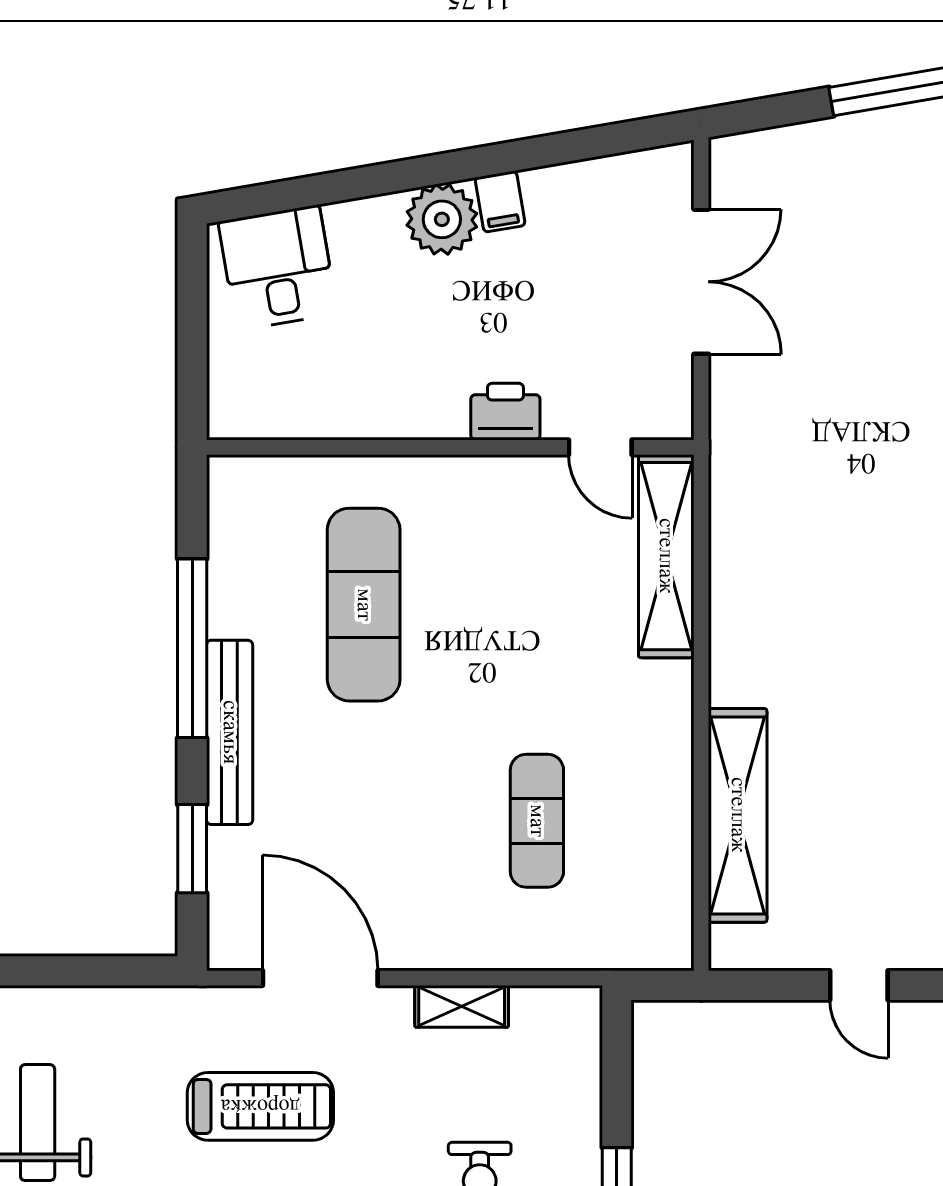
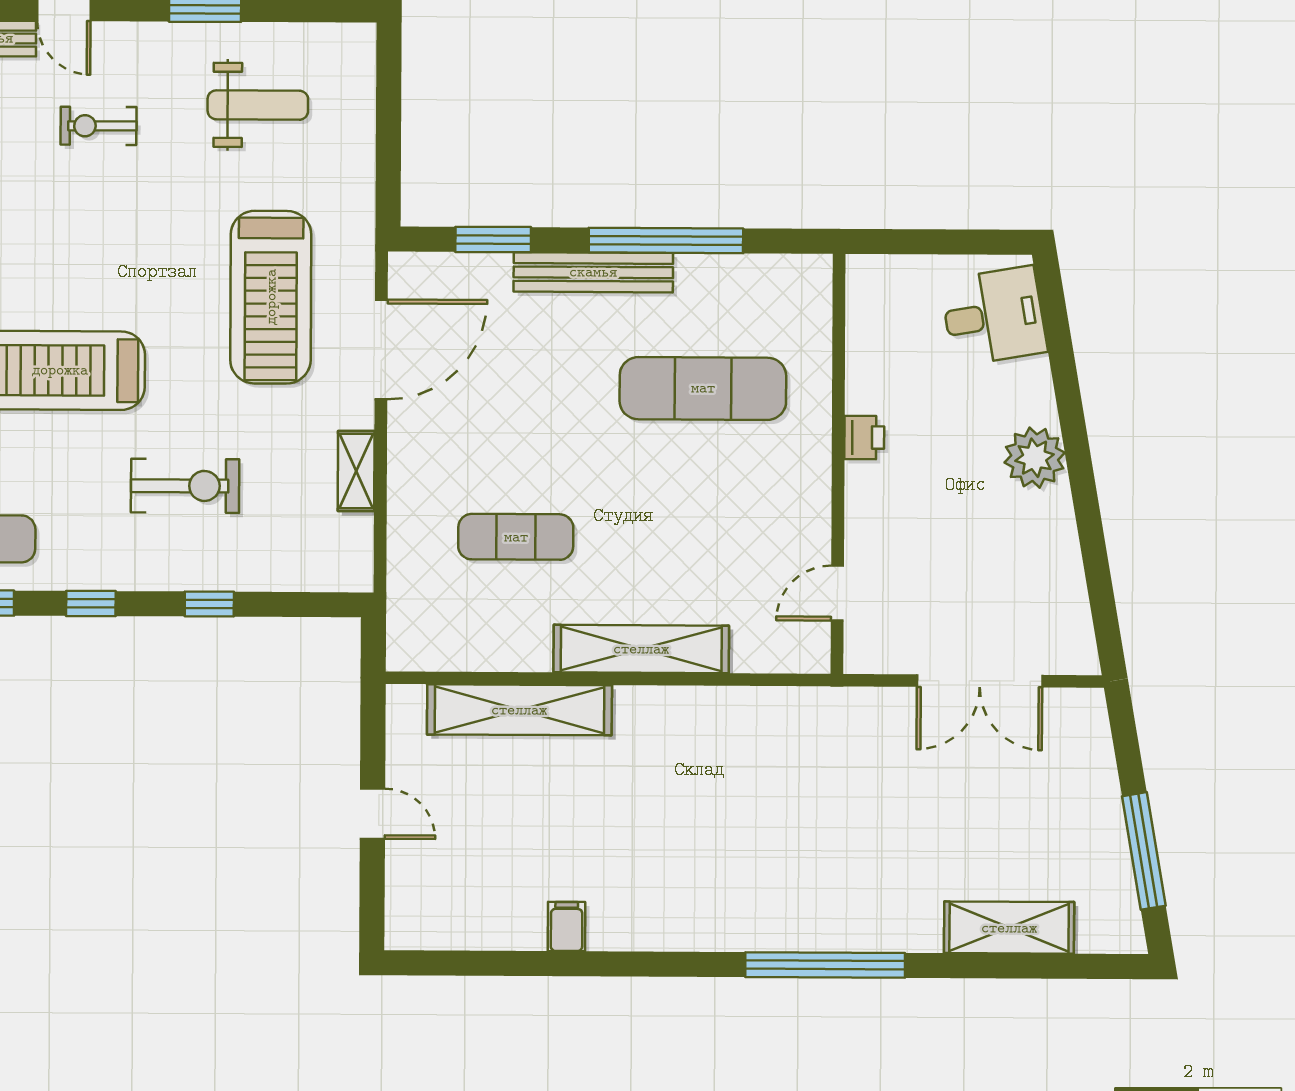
filing cabinet: (500, 202) -> (1050, 508), removed
printer: (505, 412) -> (864, 437), moved, width x0.73, depth x0.81
shelving: (666, 556) -> (641, 649), moved
door: (859, 985) -> (372, 814), swing flipped
treadmill: (260, 1106) -> (271, 297), width x1.37, depth x1.38

